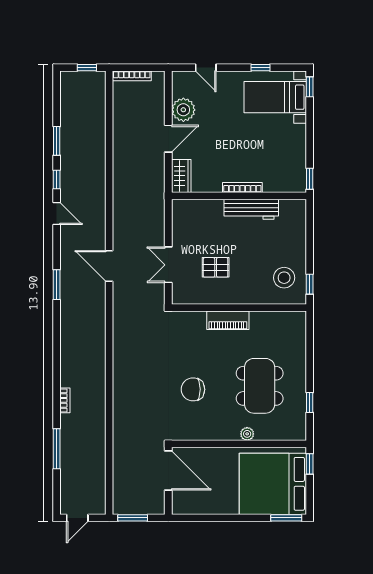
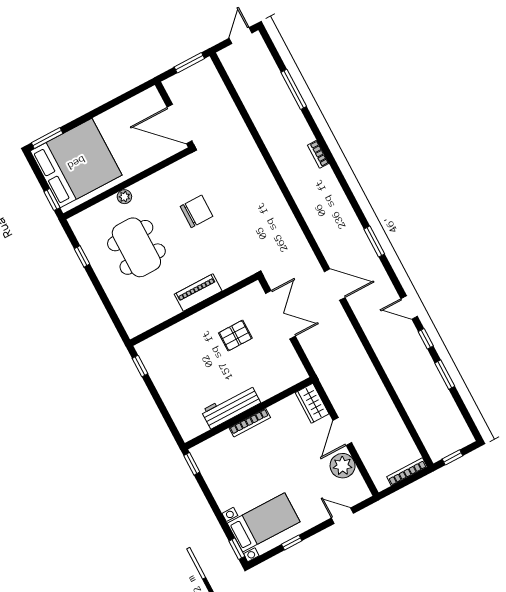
double door: (168, 265) -> (280, 315), width x1.37
stool: (284, 278) -> (167, 360), removed
bookcase: (65, 400) -> (318, 154), moved

